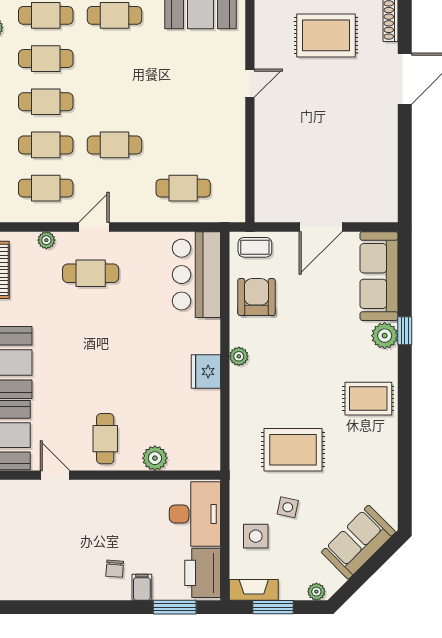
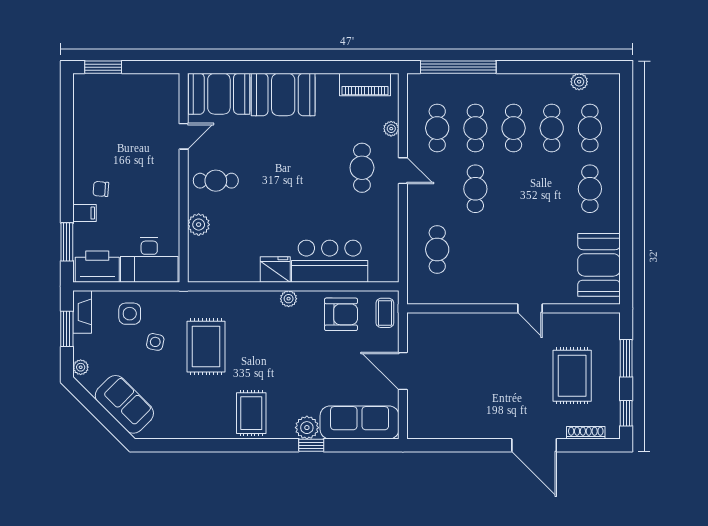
bar counter: (196, 275) -> (330, 261), moved

